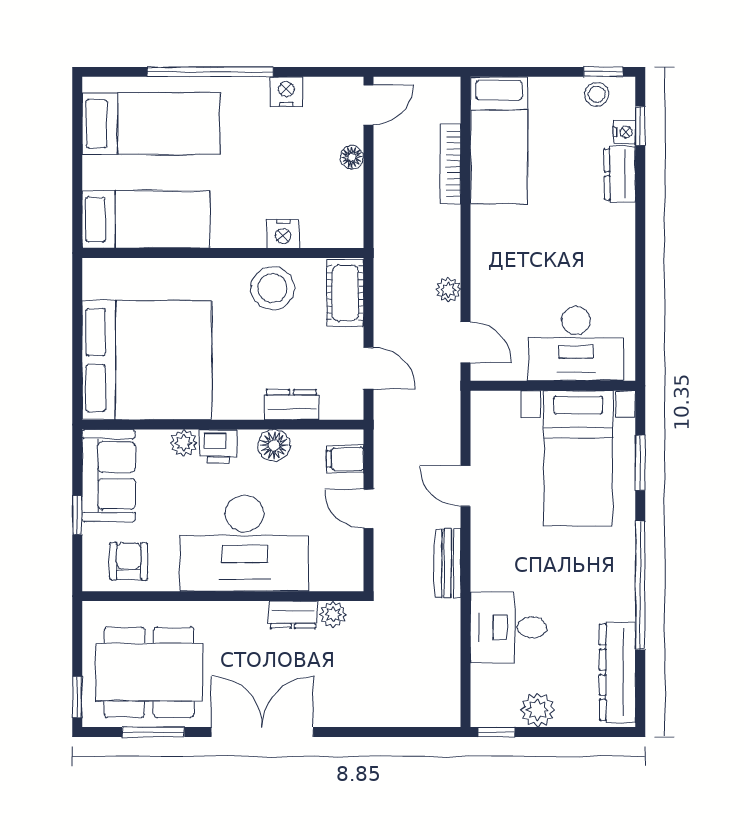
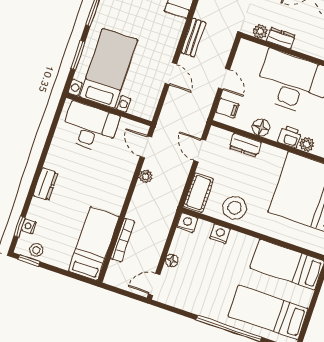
nightstand: (286, 92) -> (187, 223), moved, turned 180
dresser: (620, 174) -> (46, 184), moved

